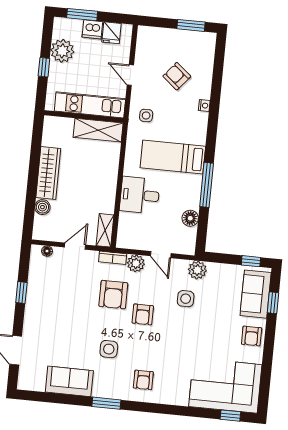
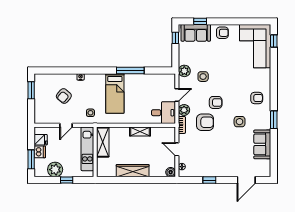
desk: (140, 195) -> (164, 113), moved, turned -90
boiler: (42, 207) -> (171, 172), moved
floor lamp: (190, 218) -> (152, 79), removed
shelving: (105, 230) -> (140, 131), moved

